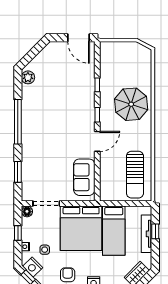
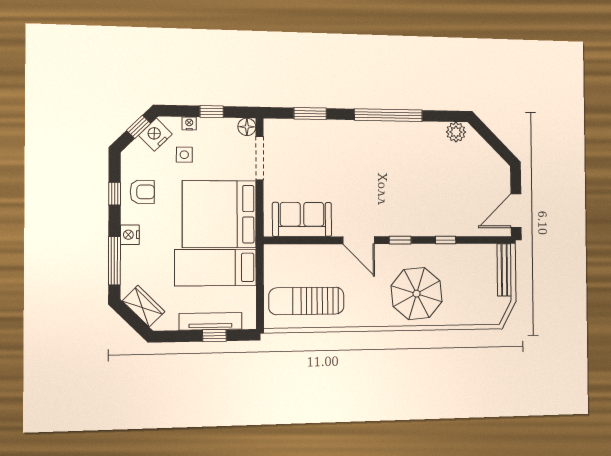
bench: (117, 46) -> (504, 270), added

